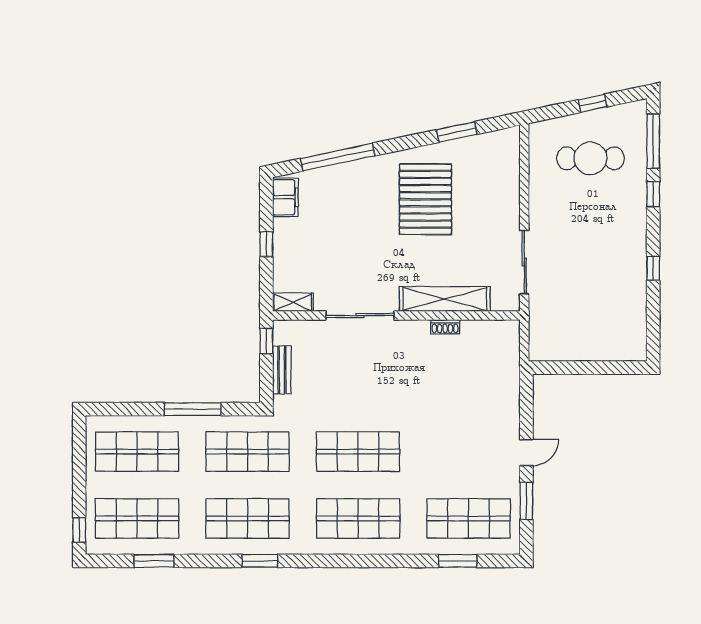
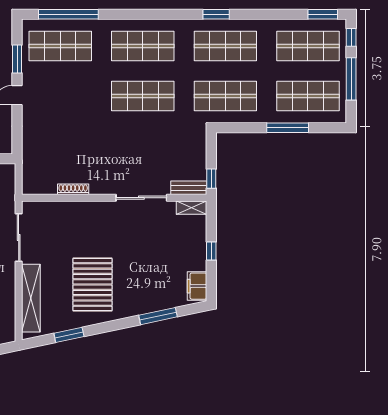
window: (338, 157) -> (158, 316), width x0.68
shelving: (445, 299) -> (31, 298), moved, turned 90
shoe rack: (445, 327) -> (73, 189), width x1.43
bench: (282, 370) -> (189, 188), moved, turned 90
window: (193, 409) -> (288, 128), moved
window: (79, 474) -> (351, 79), added
window: (154, 561) -> (323, 14), moved
window: (458, 561) -> (68, 14), width x2.11

